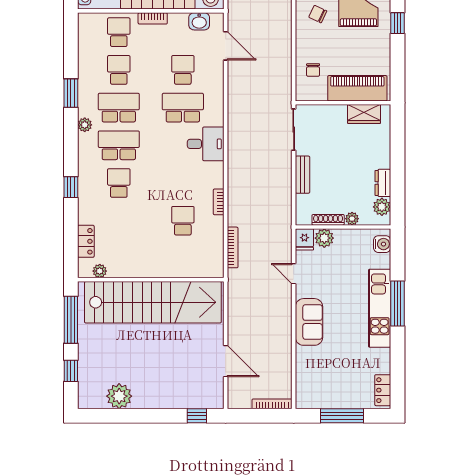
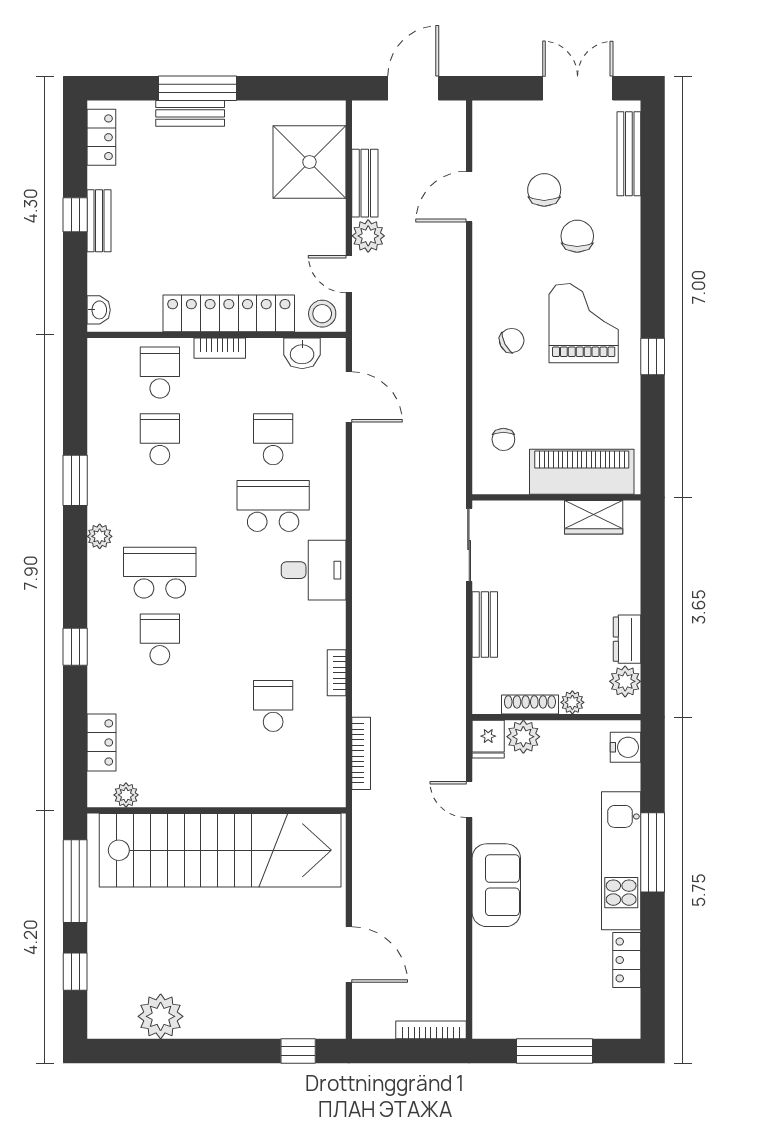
chair: (318, 14) -> (512, 340), turned 128
school desk: (119, 108) -> (160, 506), removed
locker: (383, 390) -> (627, 960), moved

